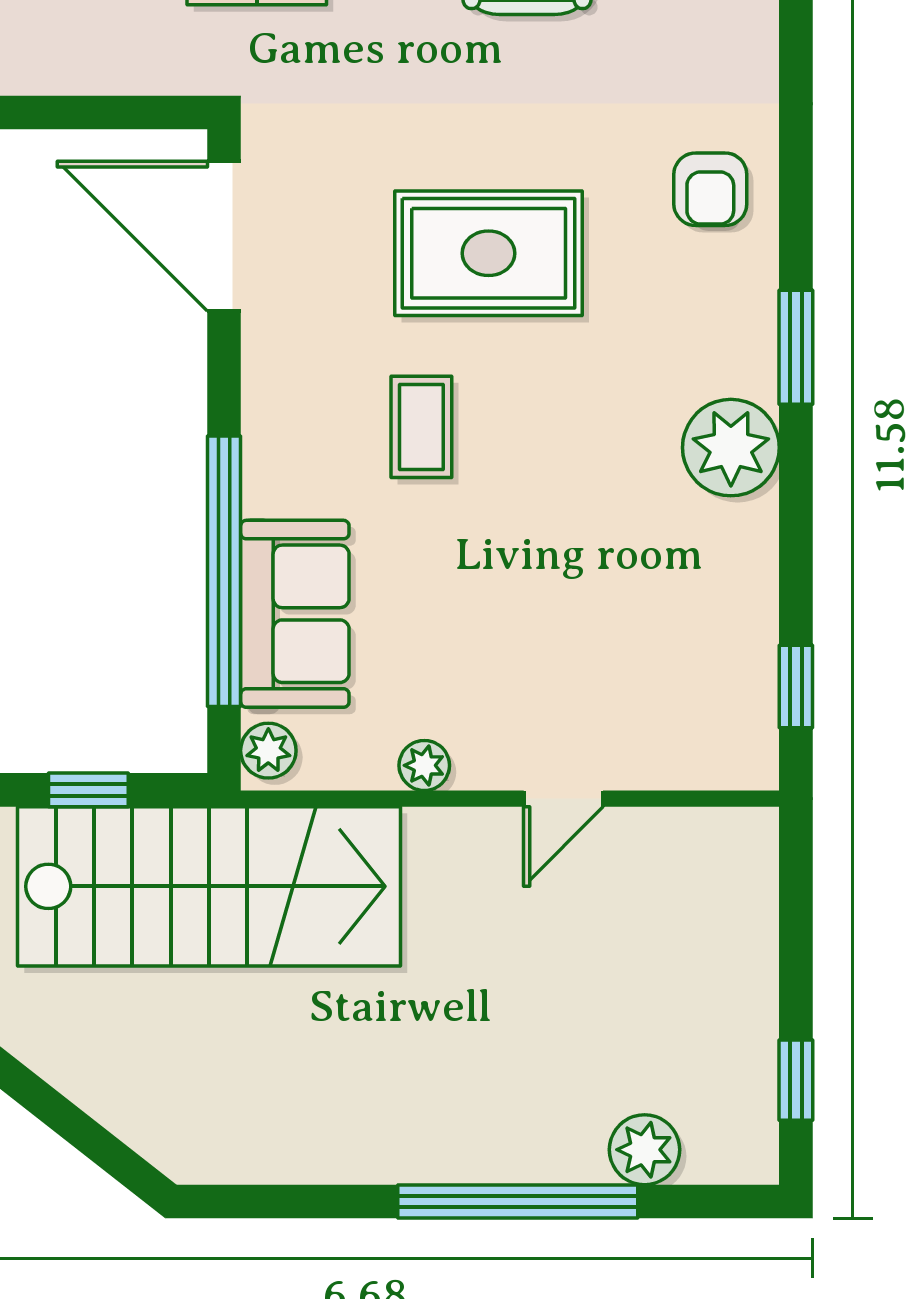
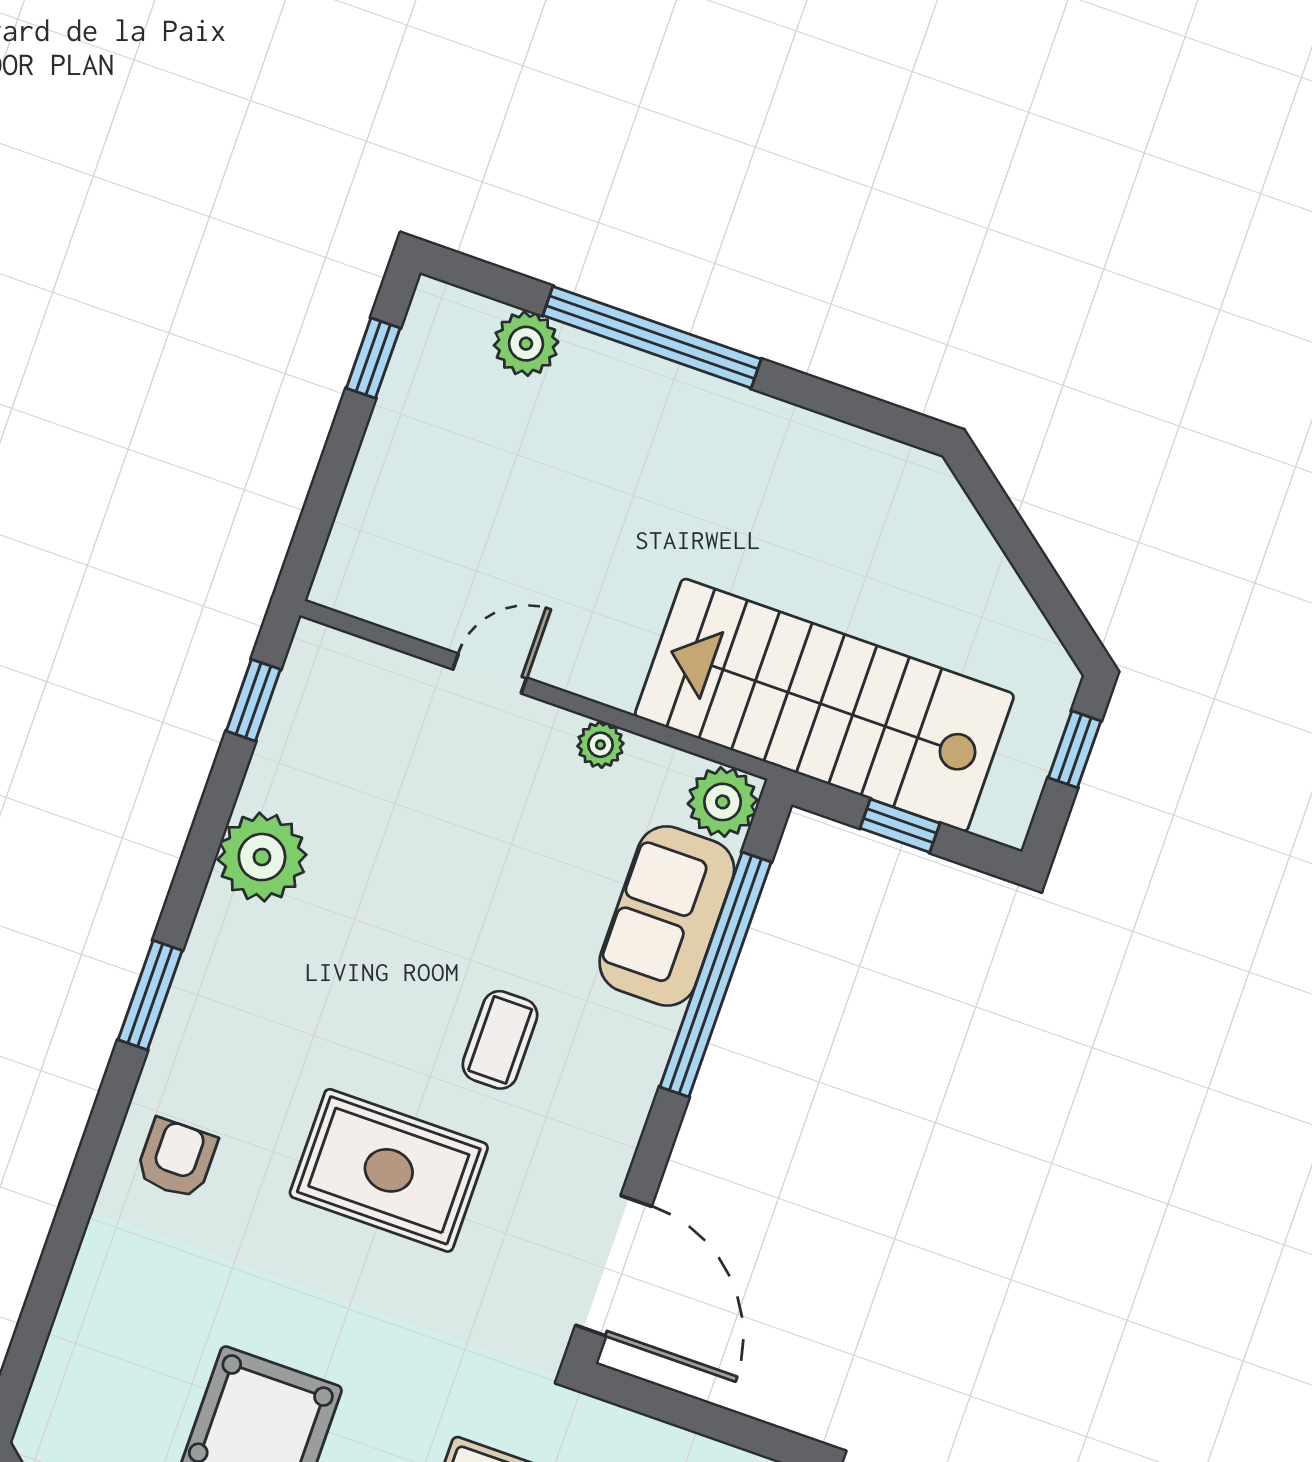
plant: (731, 448) -> (262, 857), moved
plant: (268, 751) -> (723, 802), width x1.38, depth x1.38

